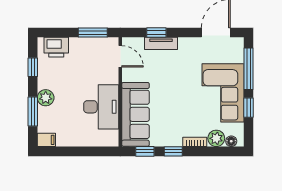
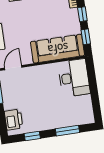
plant: (46, 98) -> (55, 122), removed
desk: (101, 107) -> (74, 78), moved, turned 90
filing cabinet: (46, 140) -> (88, 116), removed

